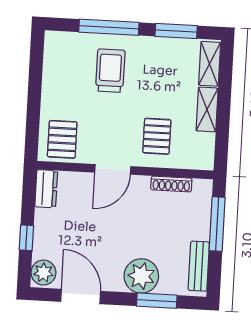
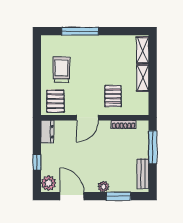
window: (176, 31) -> (121, 31), removed
trolley: (110, 71) -> (61, 70), moved
plant: (141, 276) -> (103, 187), width x0.53, depth x0.53

